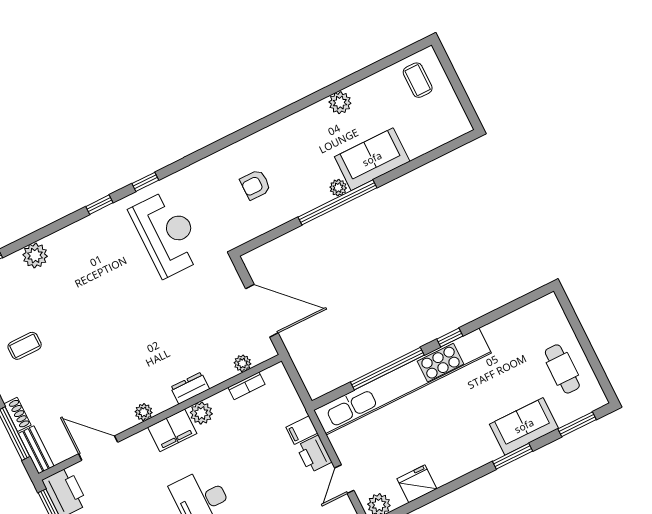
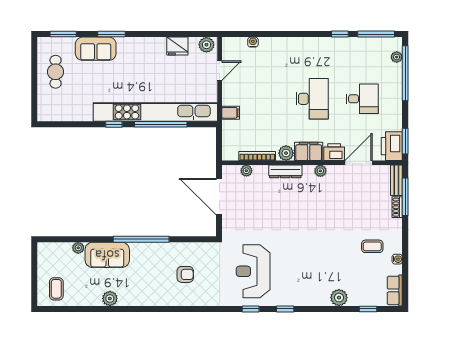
plant: (338, 188) -> (78, 248), moved
bookcase: (246, 386) -> (257, 156), width x1.56
dresser: (190, 388) -> (285, 171), width x1.44
door: (98, 448) -> (359, 163), swing flipped
printer: (314, 454) -> (334, 152), moved, turned -90

